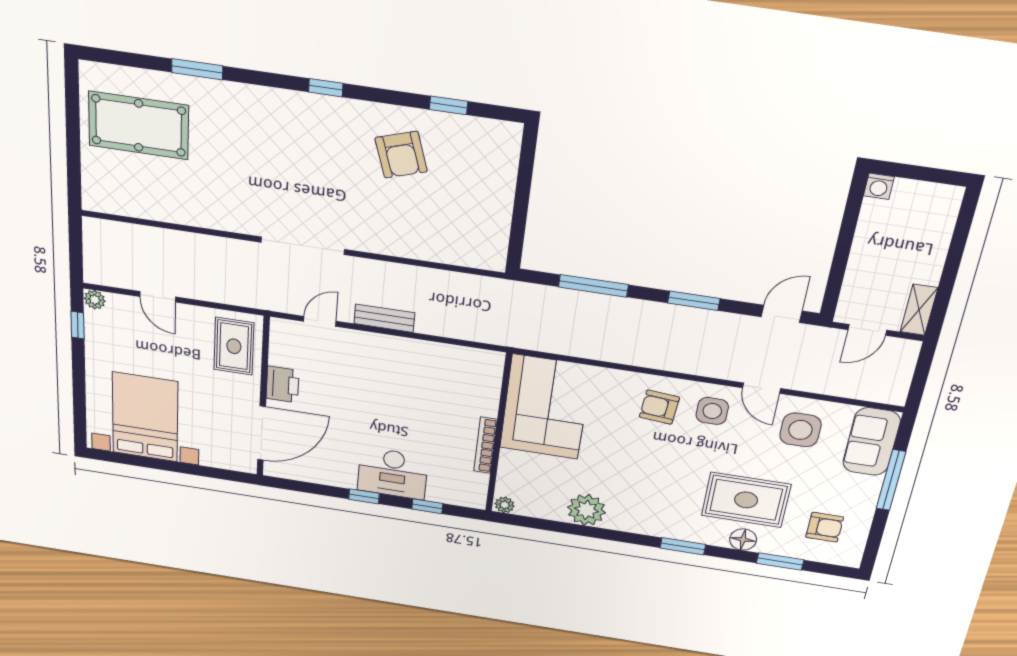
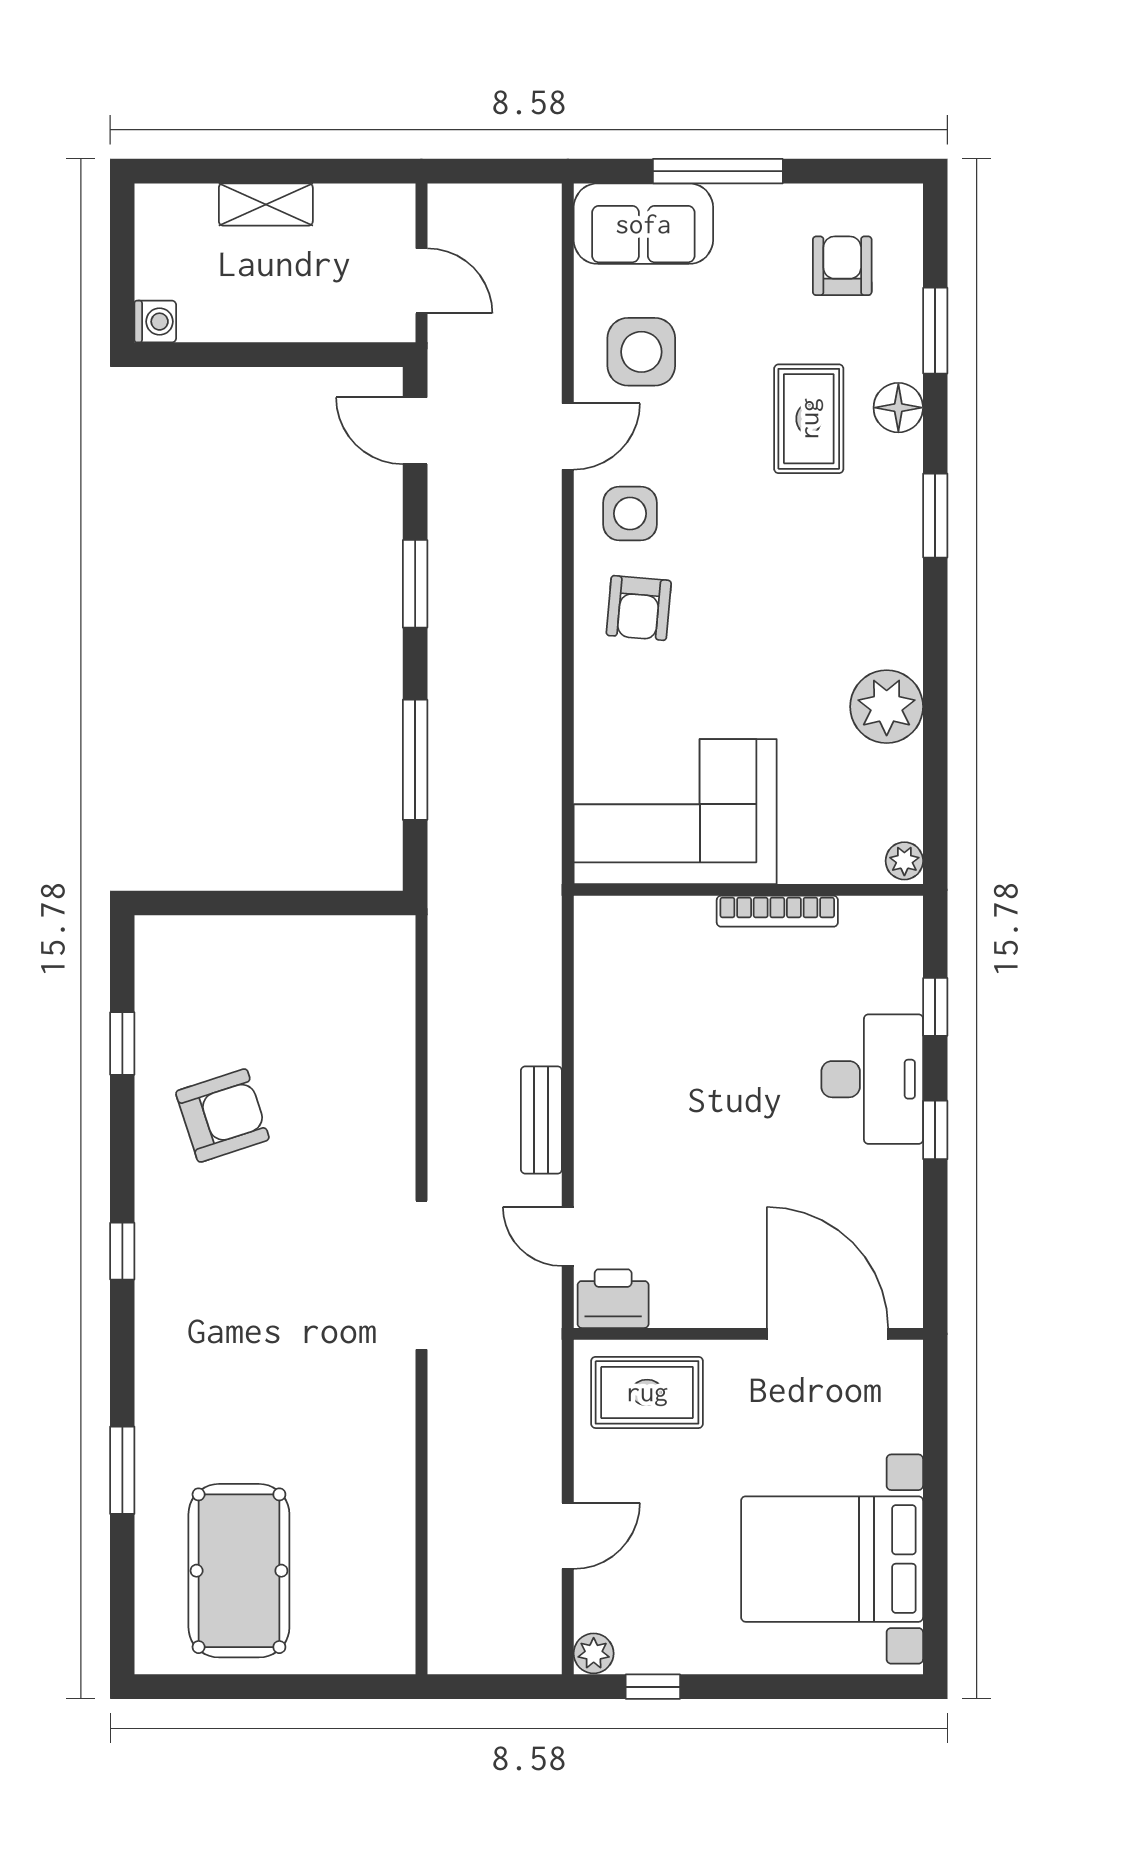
shelving: (919, 310) -> (266, 204), moved
printer: (283, 384) -> (613, 1299), moved
rug: (746, 500) -> (809, 419), width x0.73, depth x0.70

